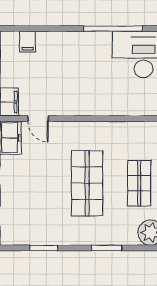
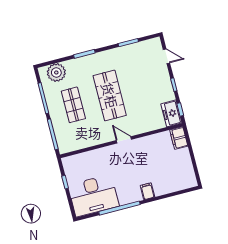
filing cabinet: (28, 41) -> (147, 191), moved
door: (38, 119) -> (124, 140), moved

